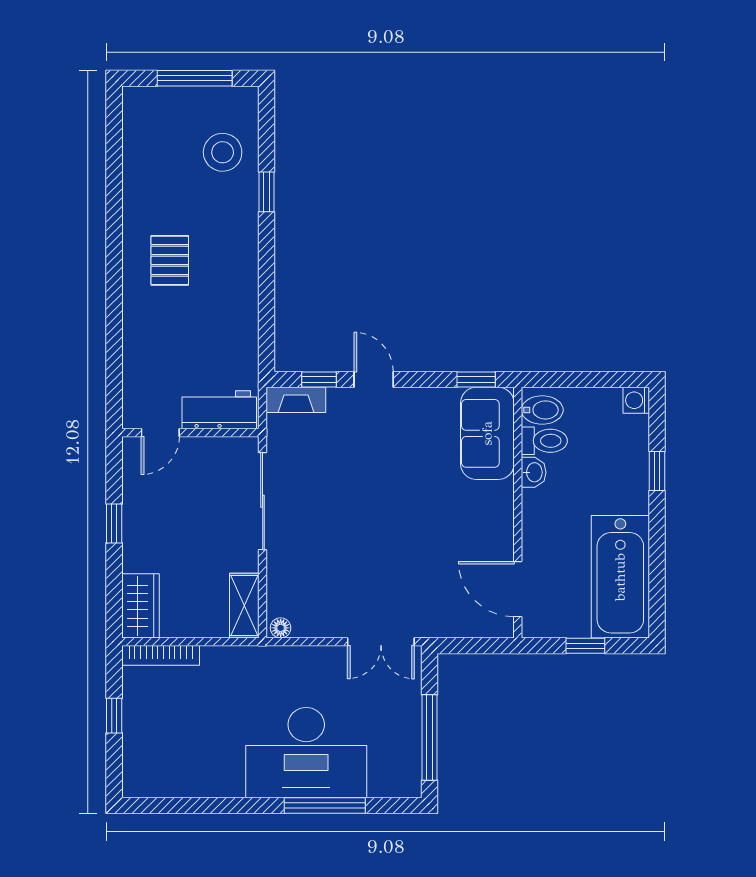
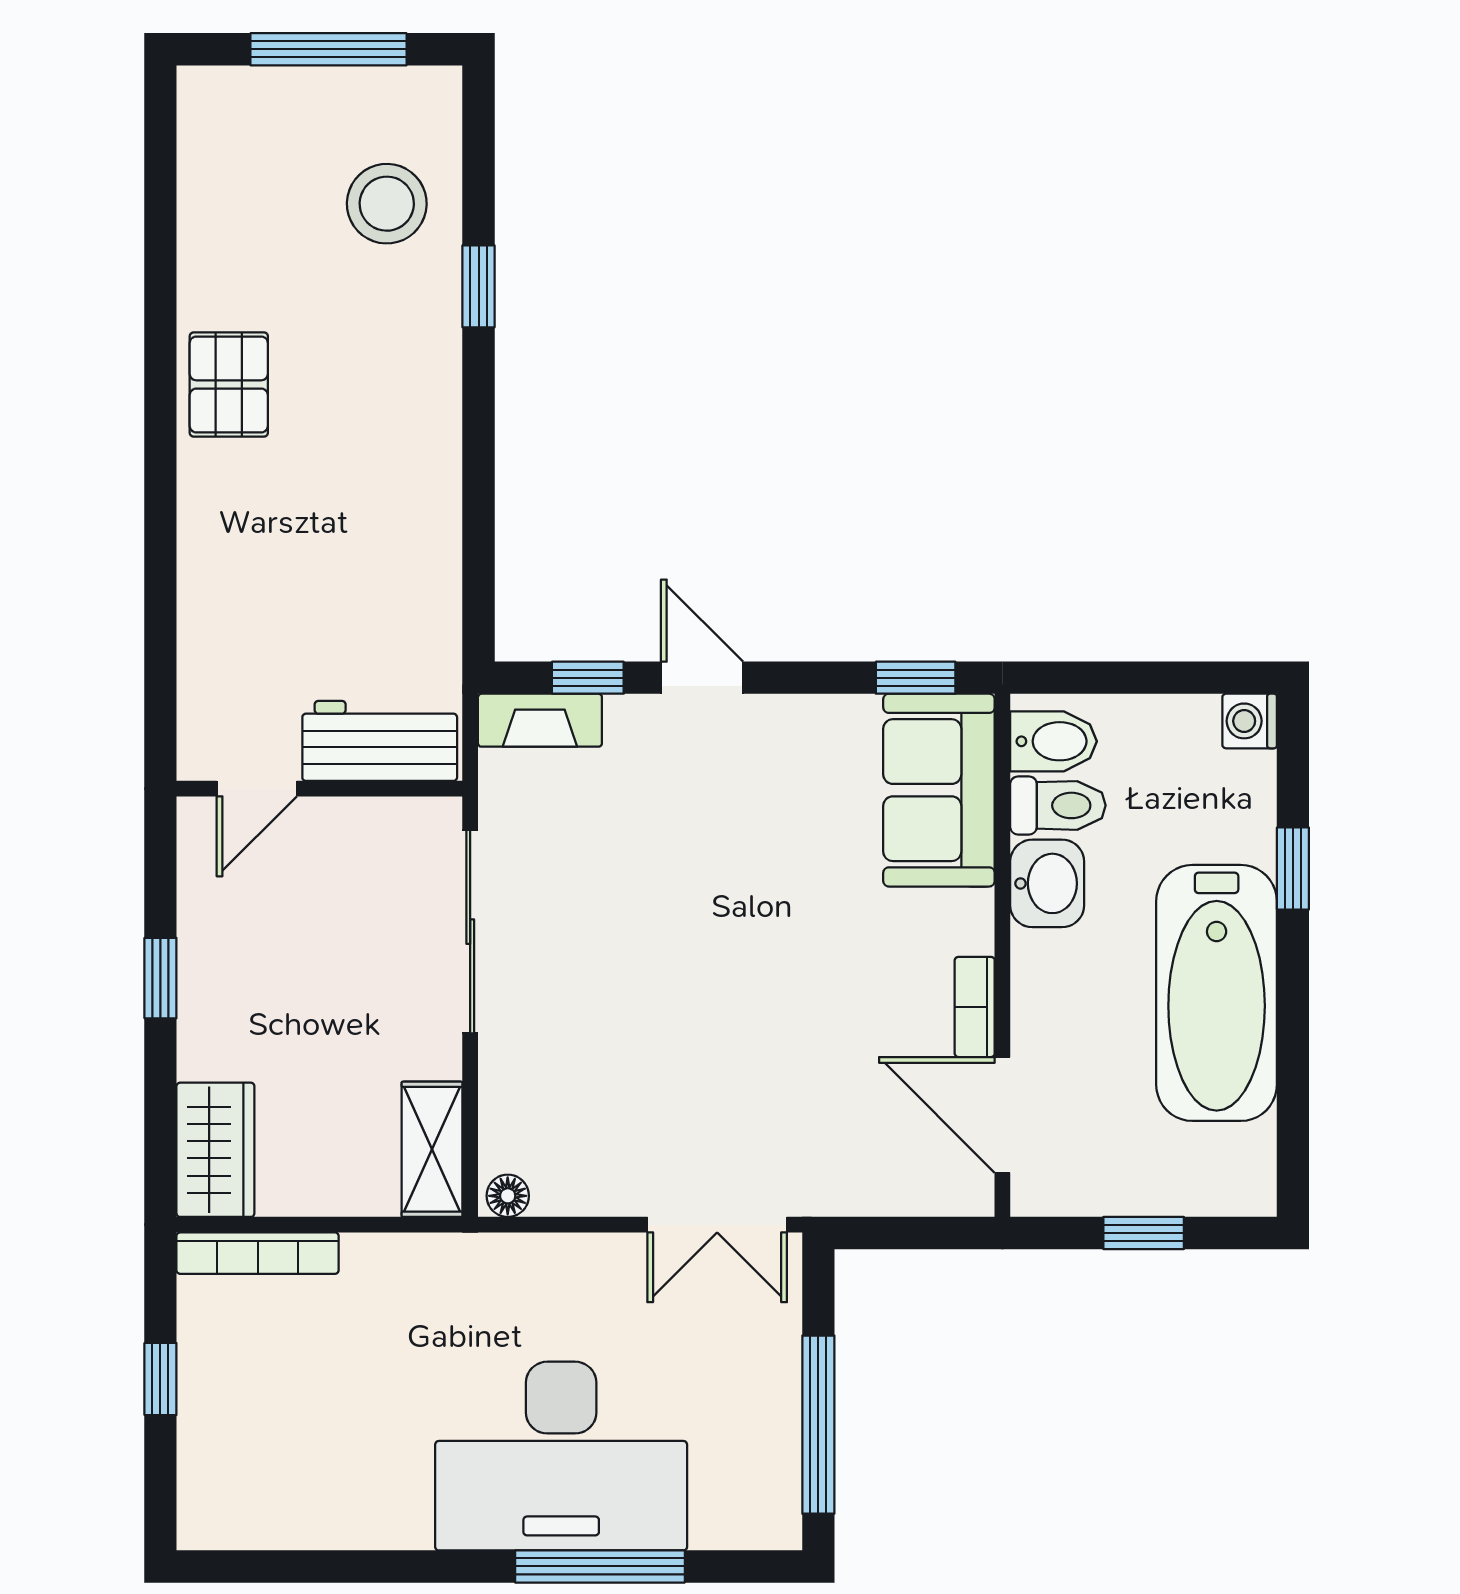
pallet: (170, 260) -> (229, 384), moved
washbasin: (534, 472) -> (1047, 883), width x1.38, depth x1.45
bookcase: (504, 537) -> (975, 1007), added
bathtub: (620, 577) -> (1217, 993), moved

